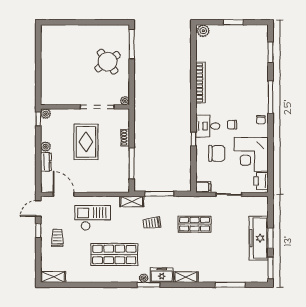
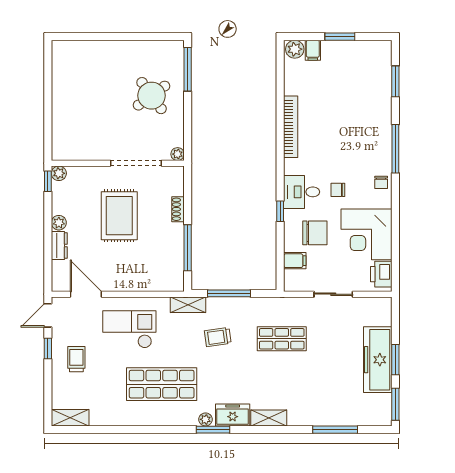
filing cabinet: (215, 31) -> (313, 50), added
filing cabinet: (203, 187) -> (295, 261), moved

